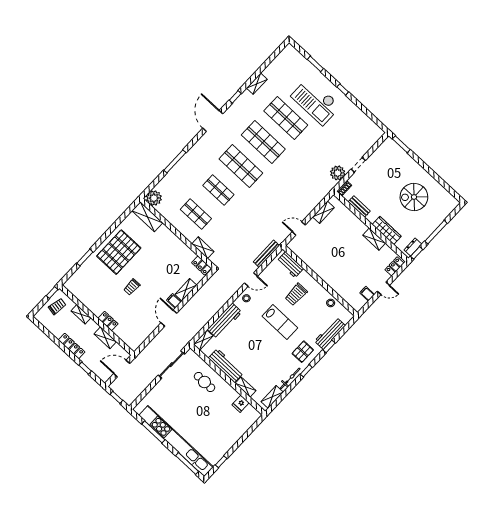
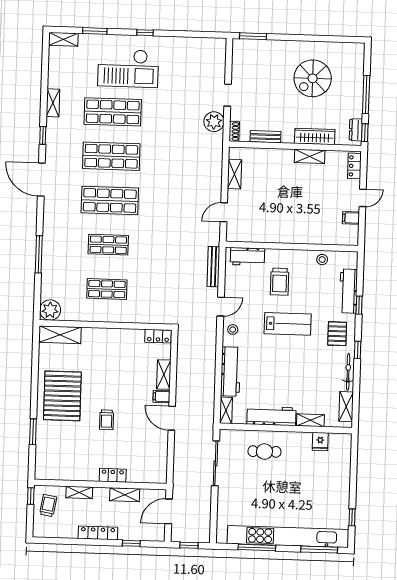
shelving: (203, 248) -> (63, 39), moved

